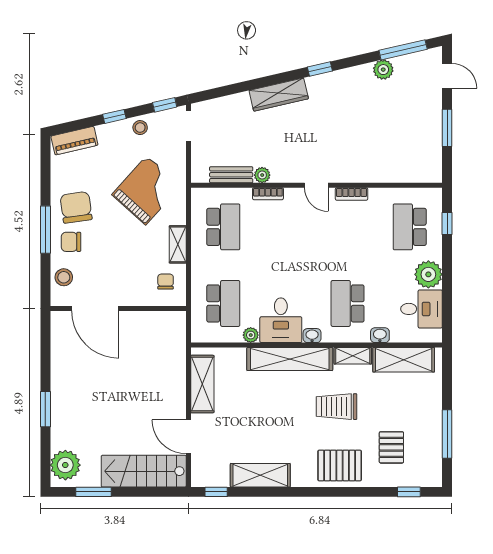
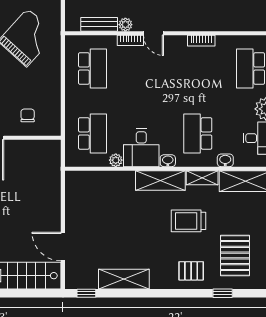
door: (316, 185) -> (154, 33), moved
shelving: (178, 244) -> (54, 83), removed
chair: (166, 282) -> (28, 115), moved
shelving: (290, 359) -> (160, 181), width x0.68
shelving: (202, 384) -> (75, 202), removed
pallet: (391, 447) -> (235, 255), width x1.50, depth x1.42
pallet: (340, 465) -> (191, 271), width x0.67, depth x0.71
window: (409, 492) -> (223, 293), moved

